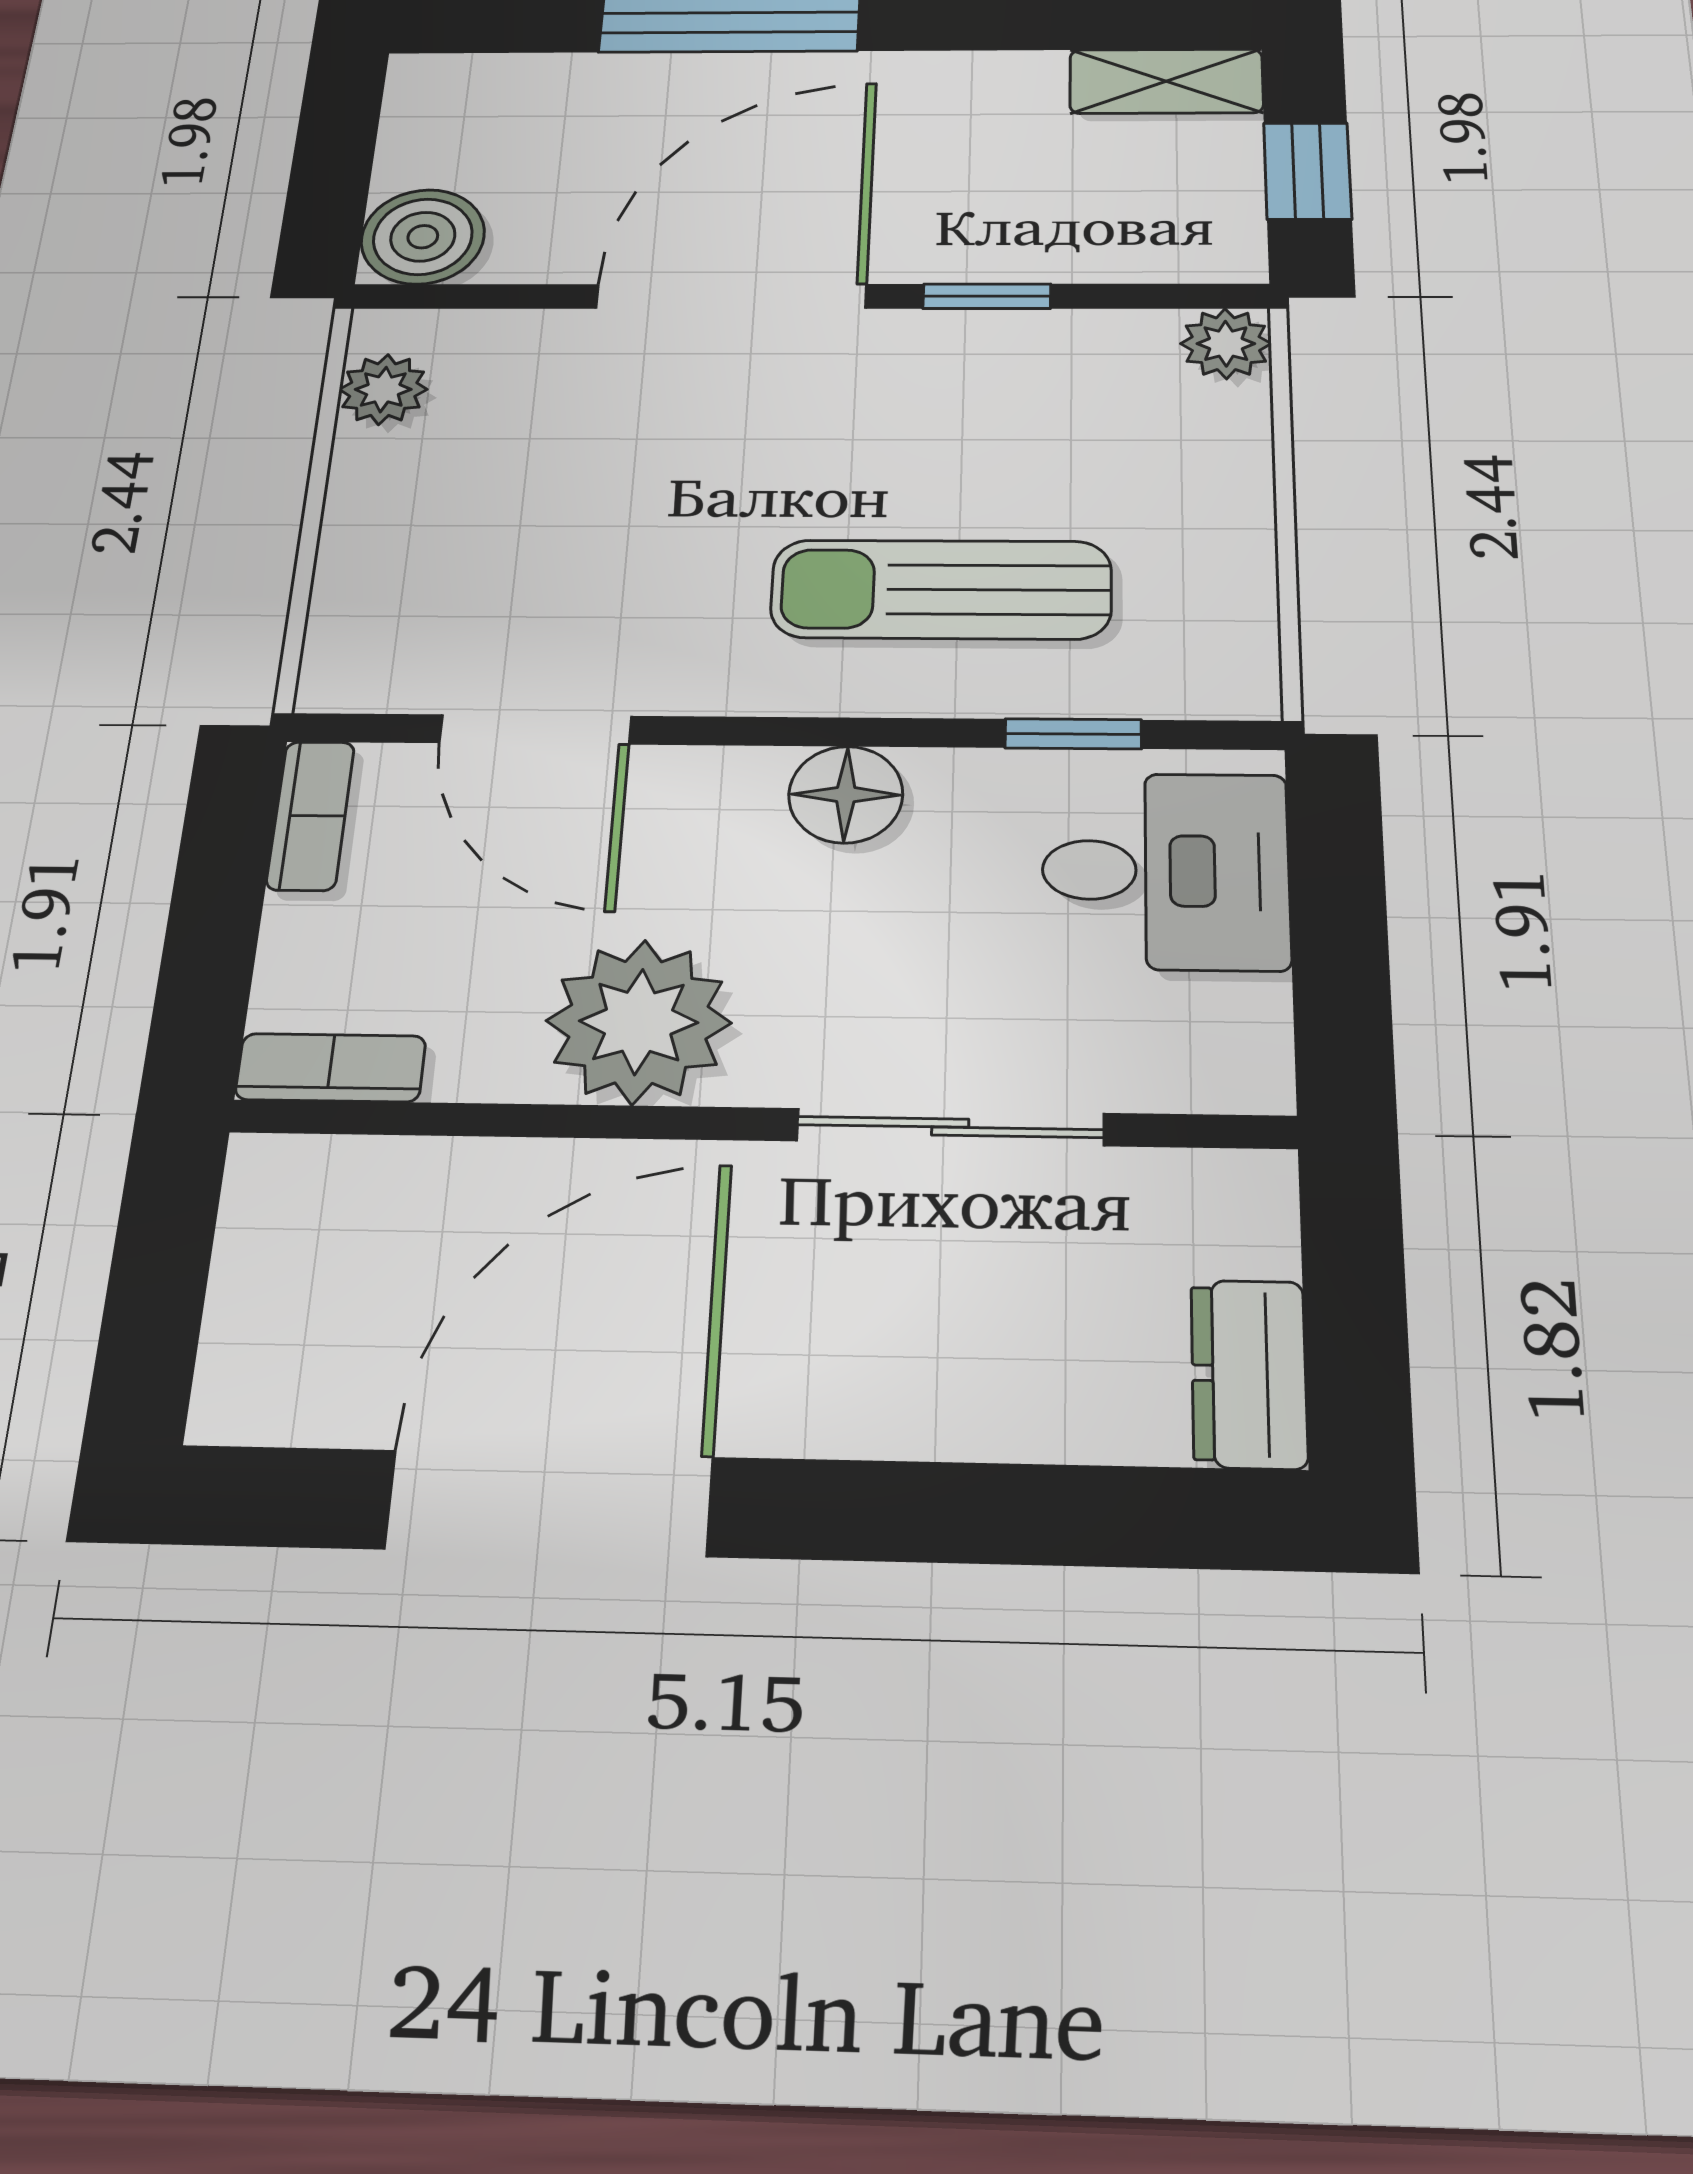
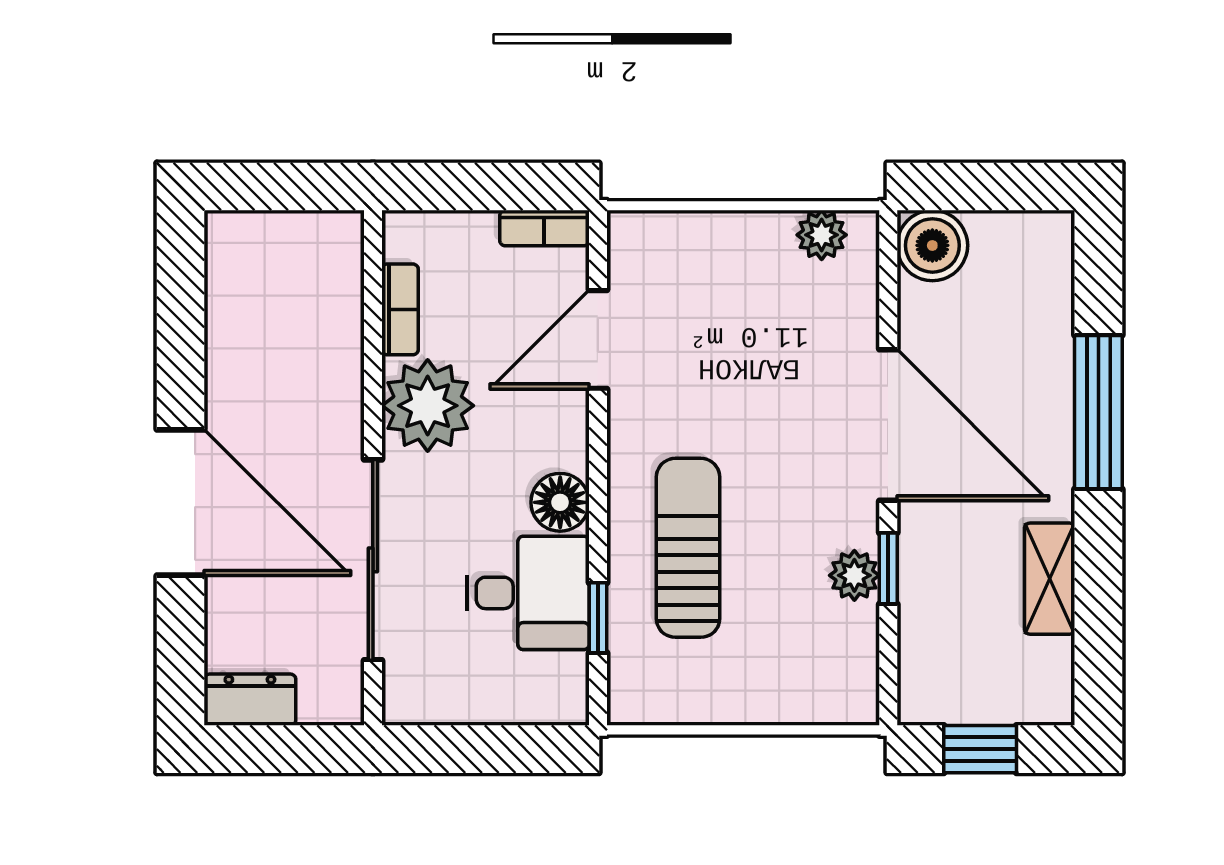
shelving: (1166, 81) -> (1050, 579), moved
plant: (1226, 344) -> (854, 575), moved
desk: (1165, 871) -> (528, 593), moved, turned -90
bookcase: (331, 1068) -> (400, 309), moved
sliding door: (950, 1127) -> (373, 560), width x1.37
door: (549, 1503) -> (180, 503), moved

